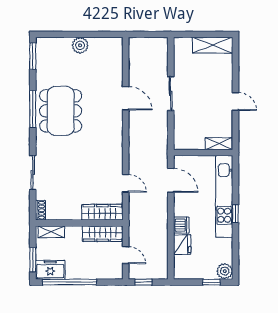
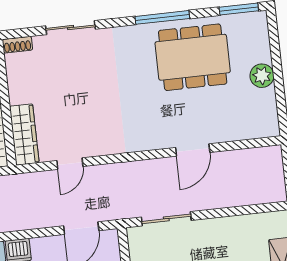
sliding door: (171, 93) -> (166, 219), moved
dining table: (61, 111) -> (193, 57), moved

